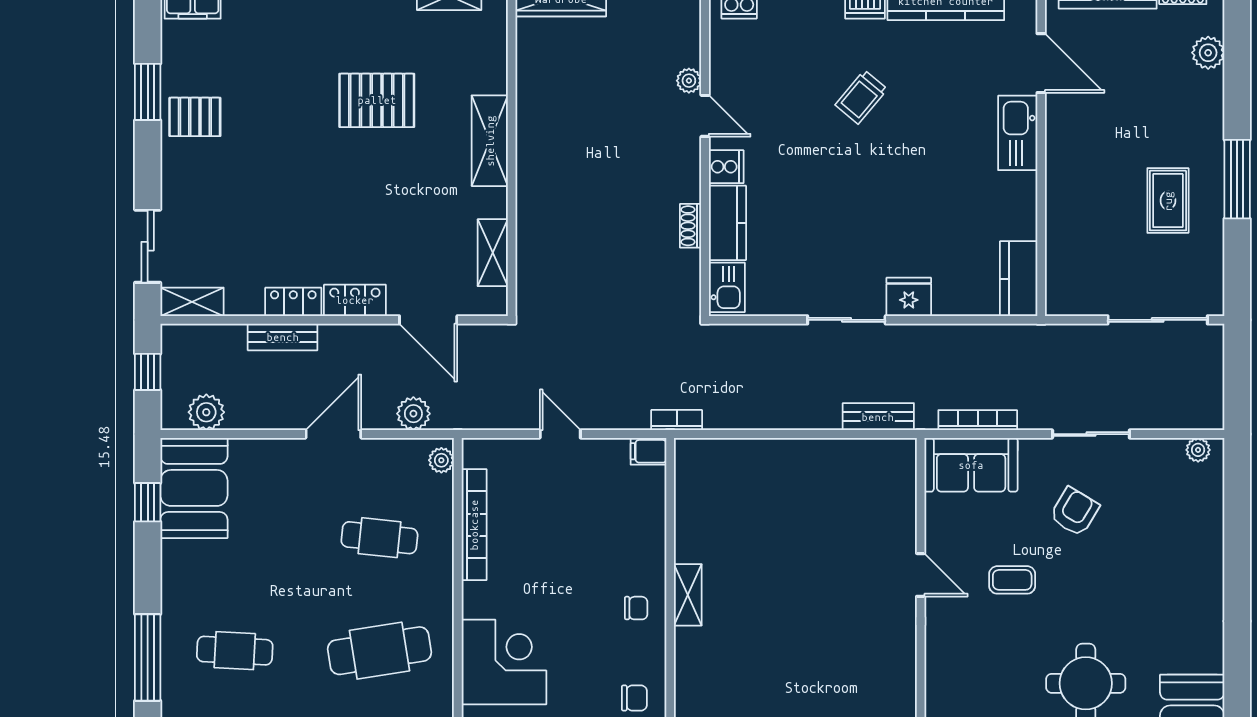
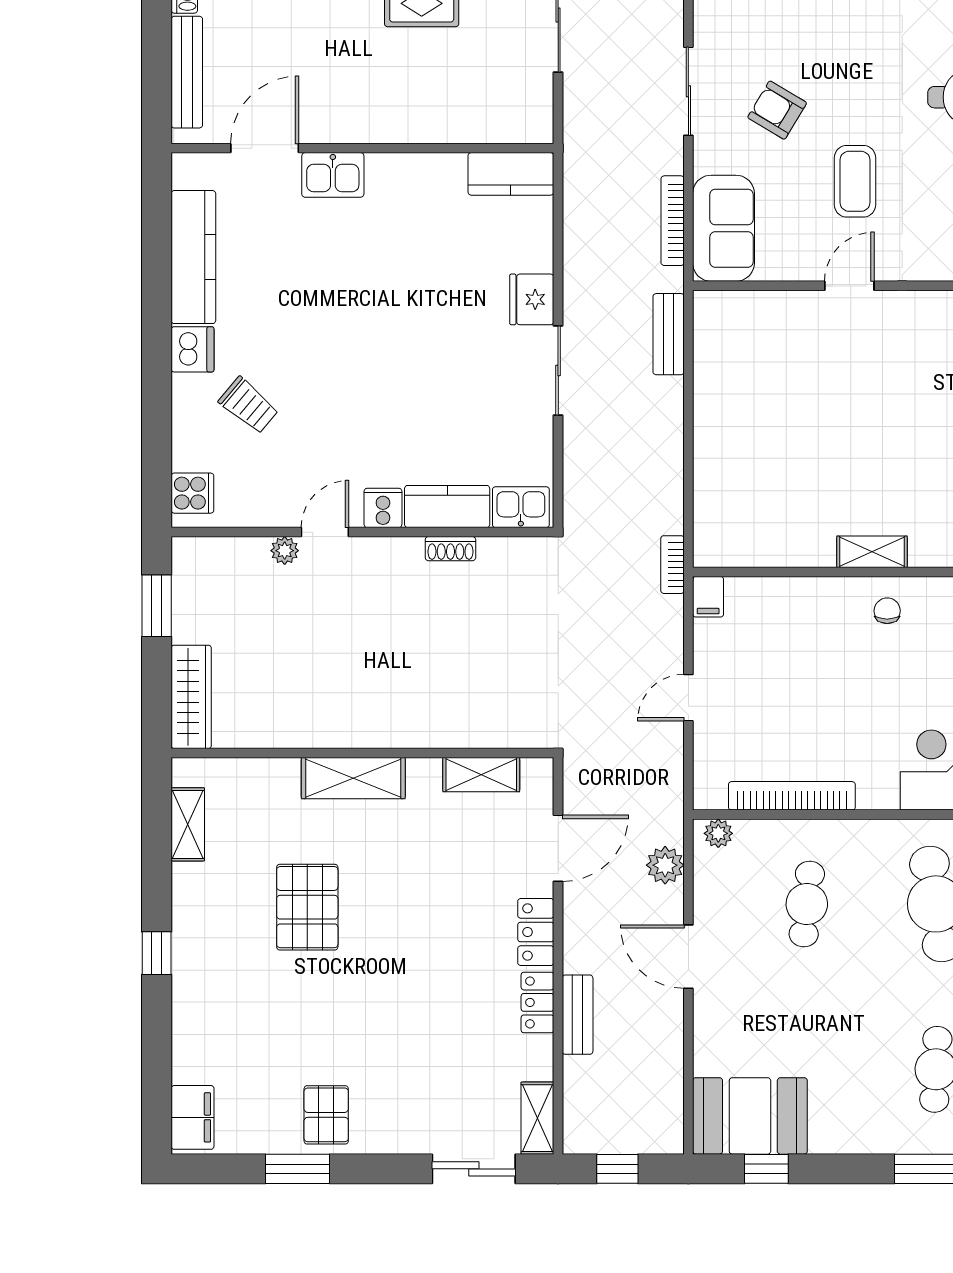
trolley: (861, 97) -> (249, 405), moved
kitchen sink: (1018, 133) -> (333, 175), width x0.73
plant: (206, 412) -> (663, 1102), removed
coffee table: (1012, 580) -> (855, 181), width x1.36, depth x1.30

